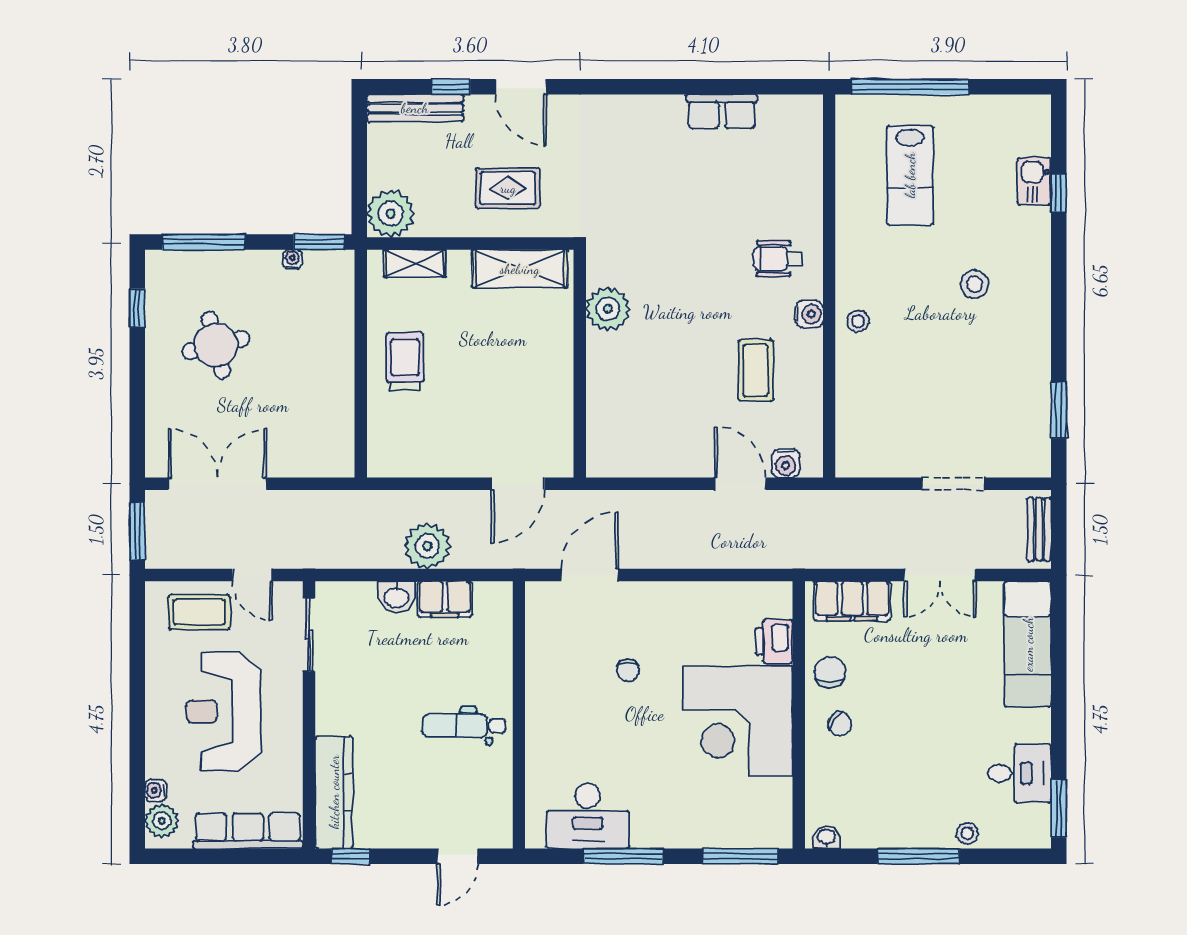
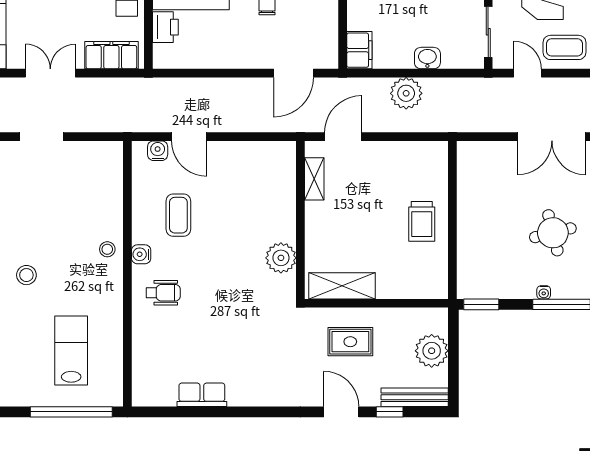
plant: (391, 214) -> (432, 351), moved
water cooler: (292, 259) -> (544, 292), moved
shelving: (415, 263) -> (314, 179), moved, turned 90
filing cabinet: (445, 599) -> (359, 50), moved, turned 90

